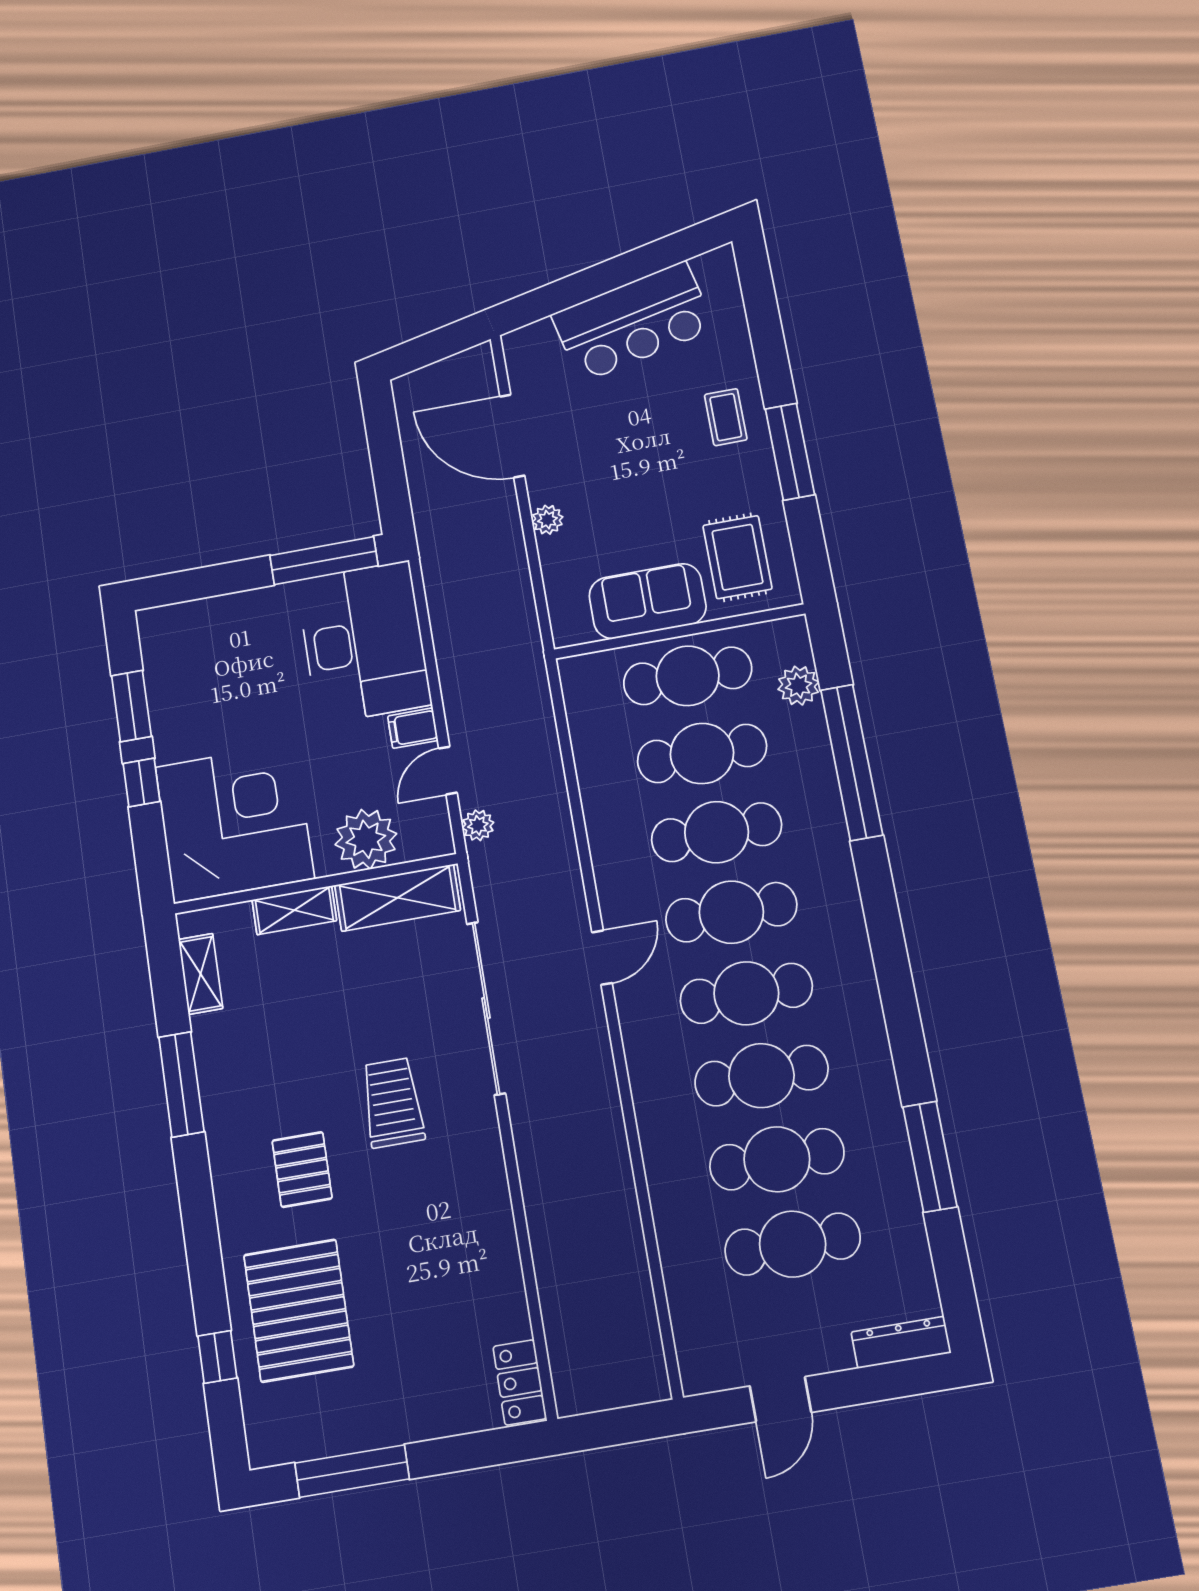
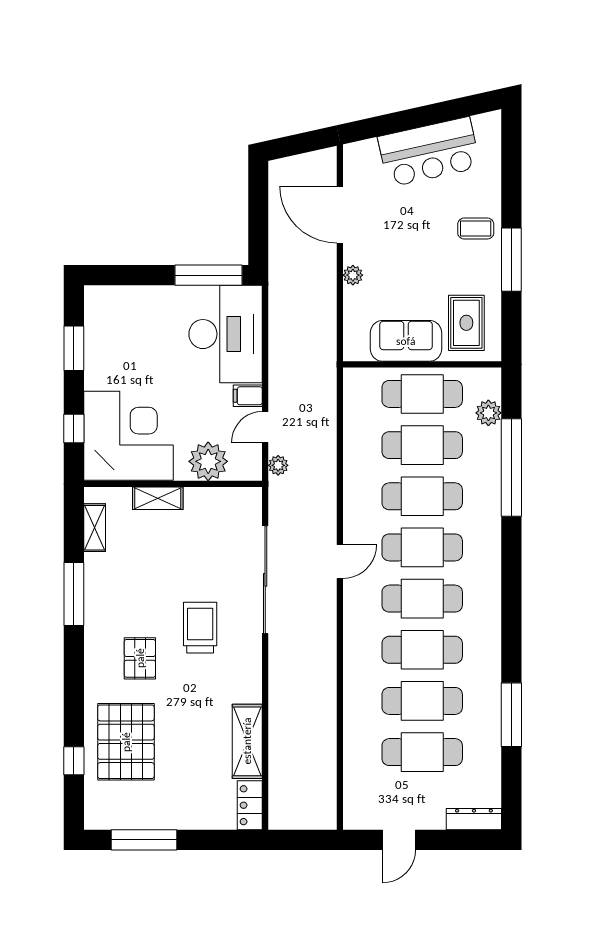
coffee table: (726, 417) -> (476, 229), turned 90
window: (142, 782) -> (74, 428), moved
shelving: (398, 898) -> (247, 741), moved, turned 90

